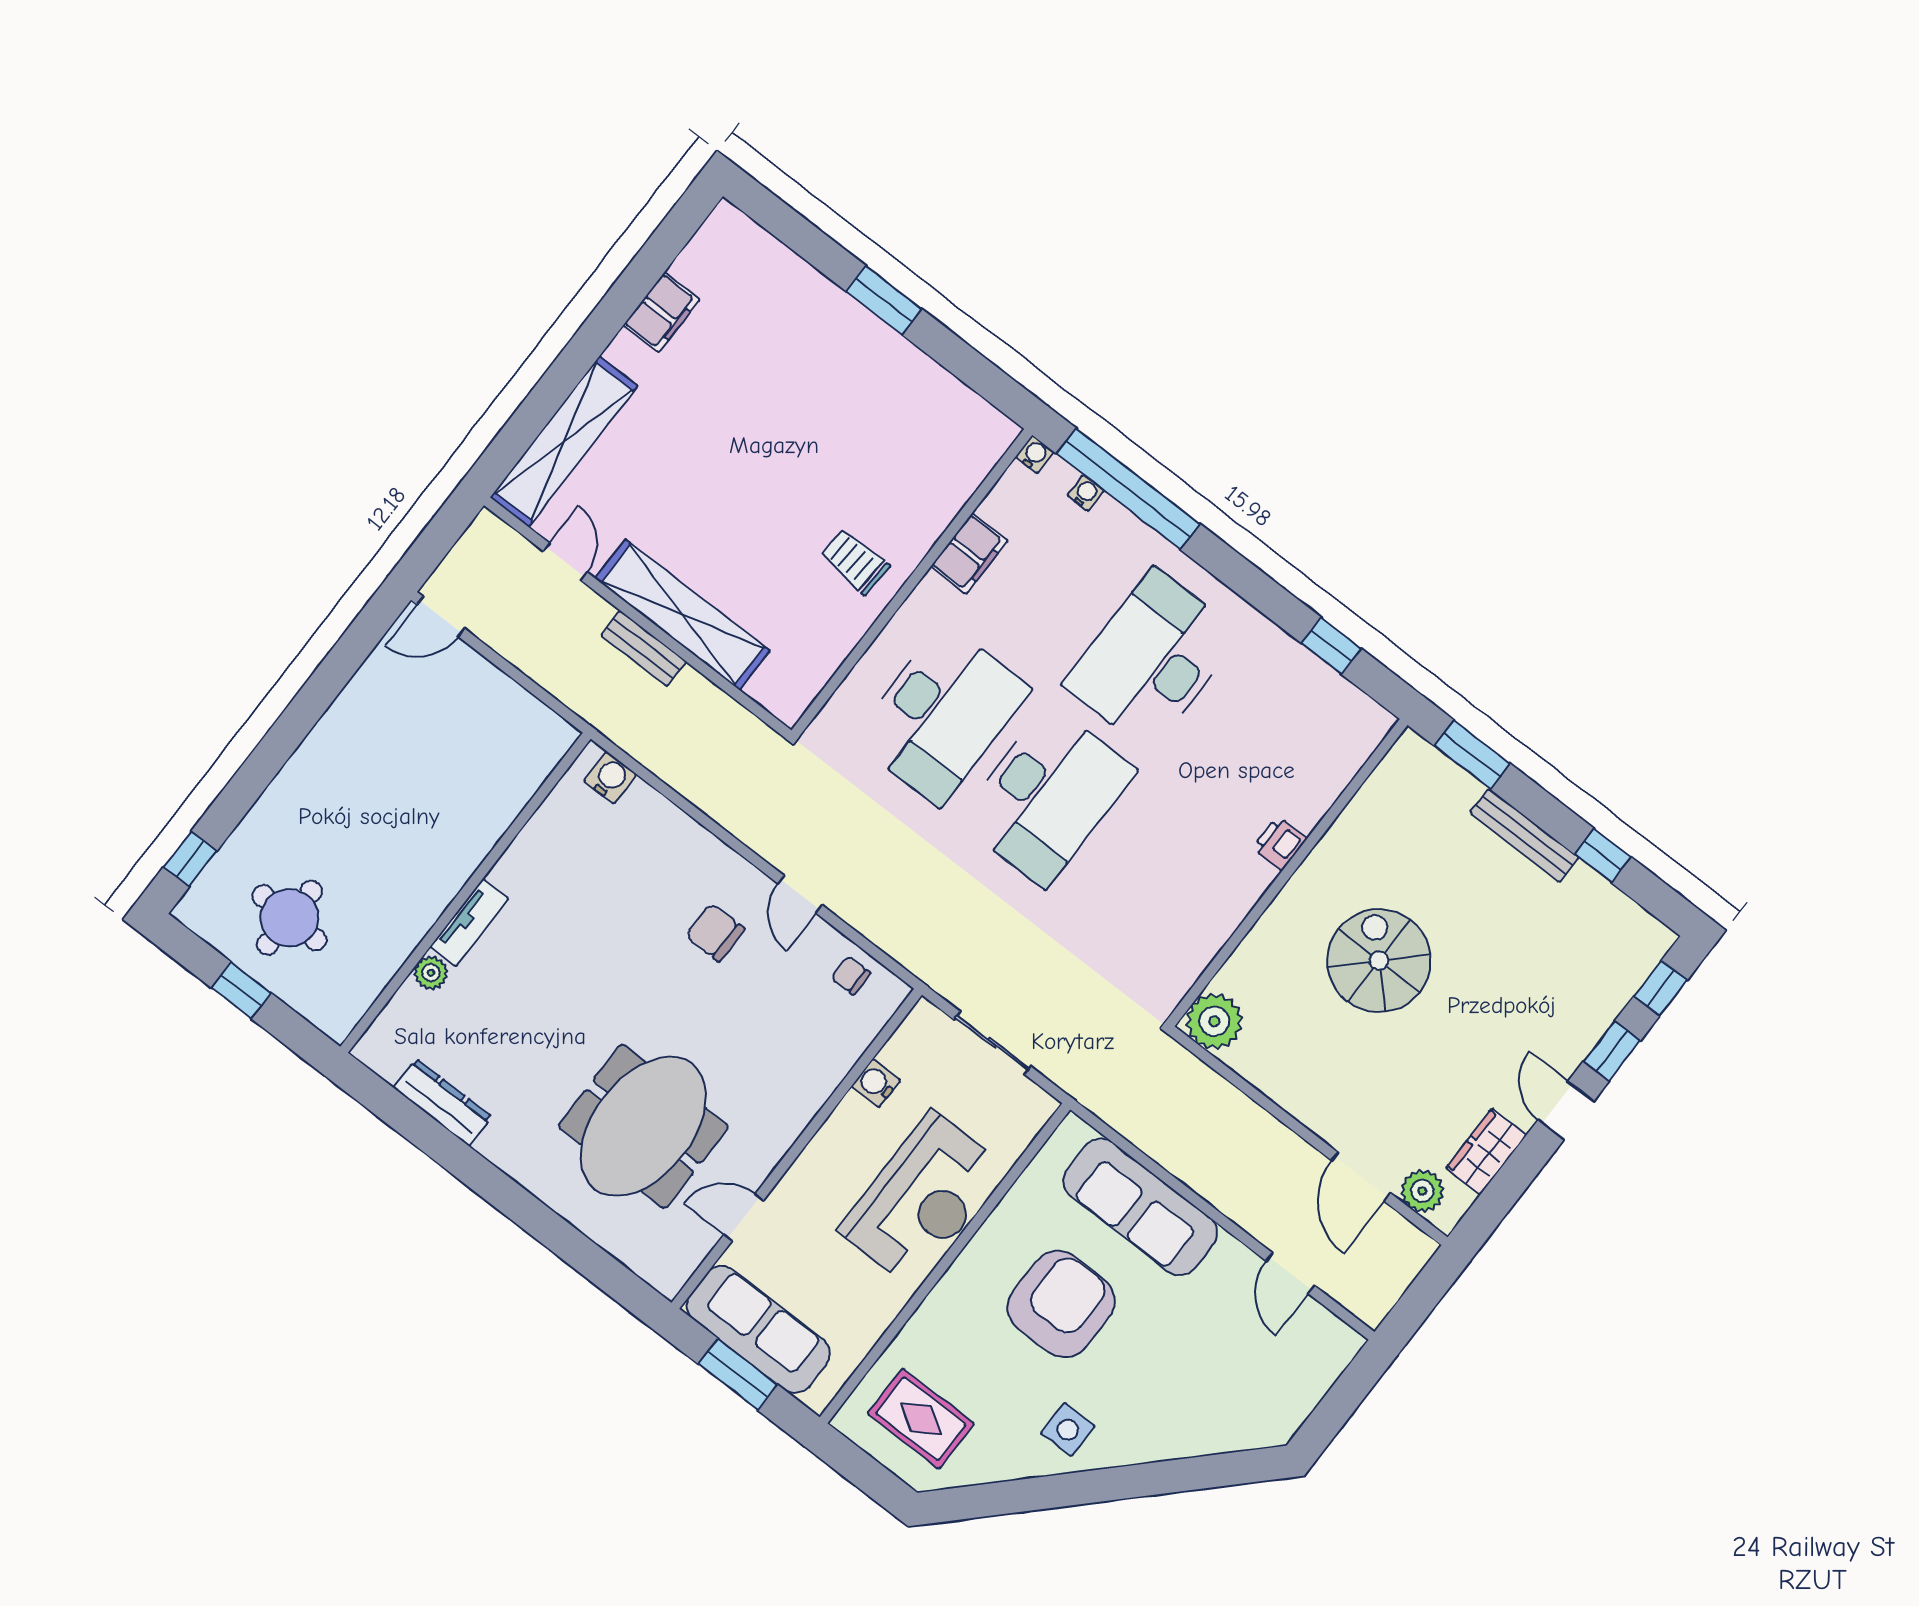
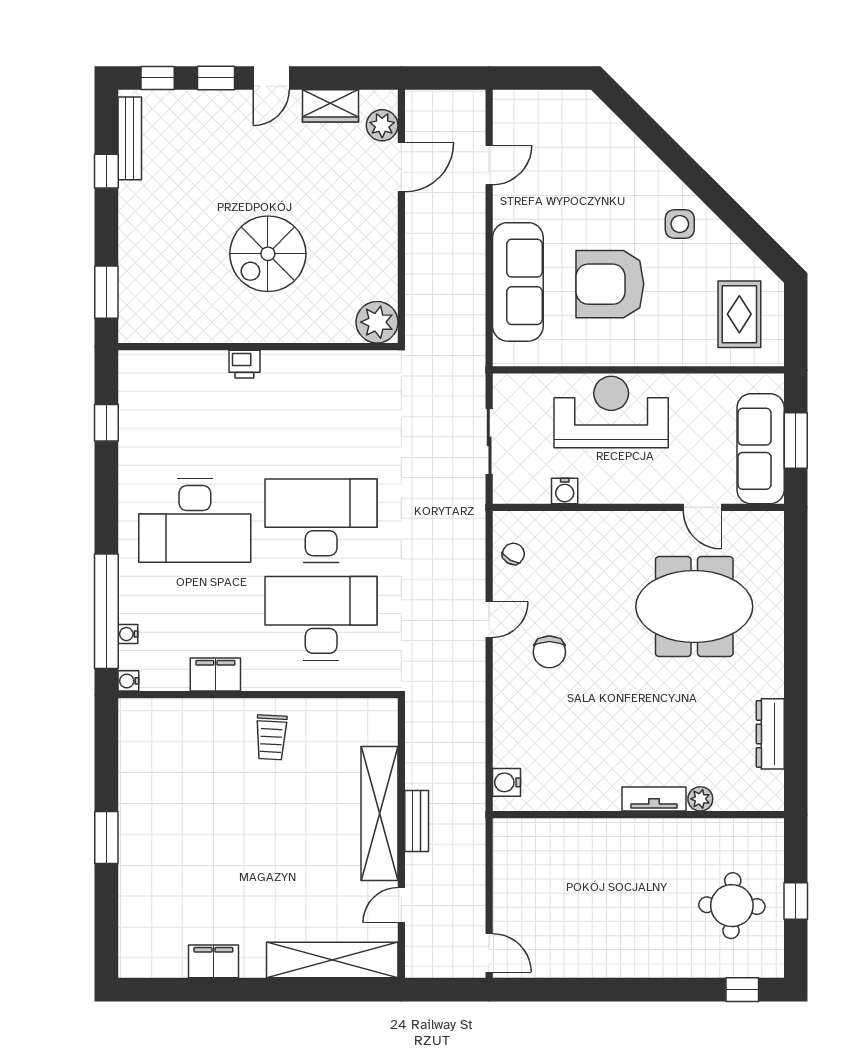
bench: (1525, 835) -> (130, 138), moved
chair: (851, 975) -> (513, 554), turned -150

